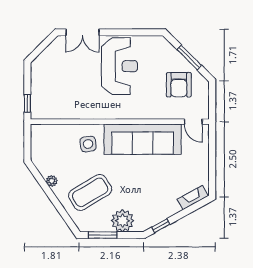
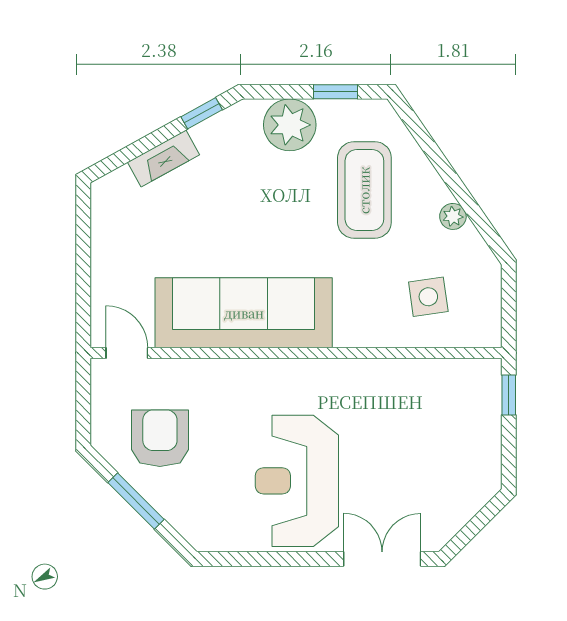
side table: (88, 144) -> (428, 297), moved
coffee table: (90, 192) -> (364, 190), turned -59
fireplace: (193, 198) -> (164, 158), moved
window: (103, 235) -> (336, 92), width x0.67

